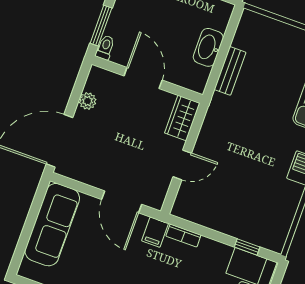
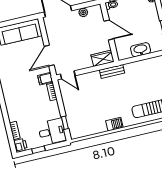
bench: (230, 71) -> (112, 71), moved
door: (143, 78) -> (109, 30), hinge flipped
door: (182, 165) -> (68, 75), moved

